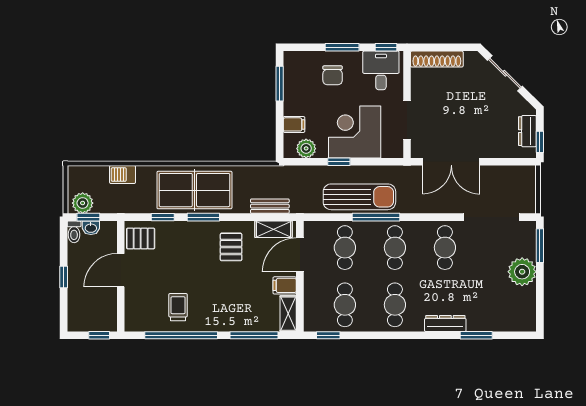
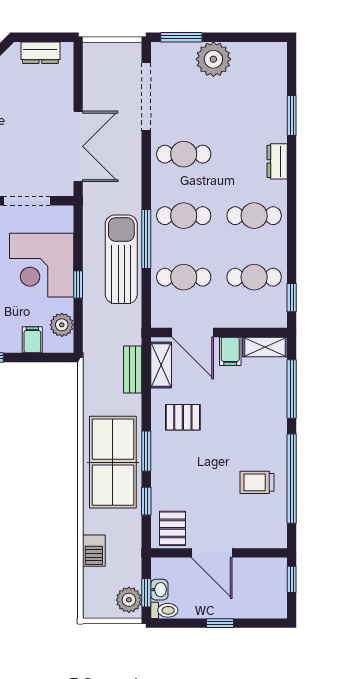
window: (540, 142) -> (54, 37), removed
dresser: (445, 324) -> (277, 161), width x0.70

